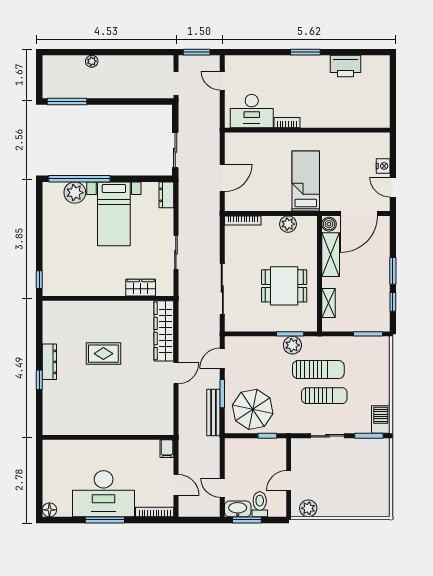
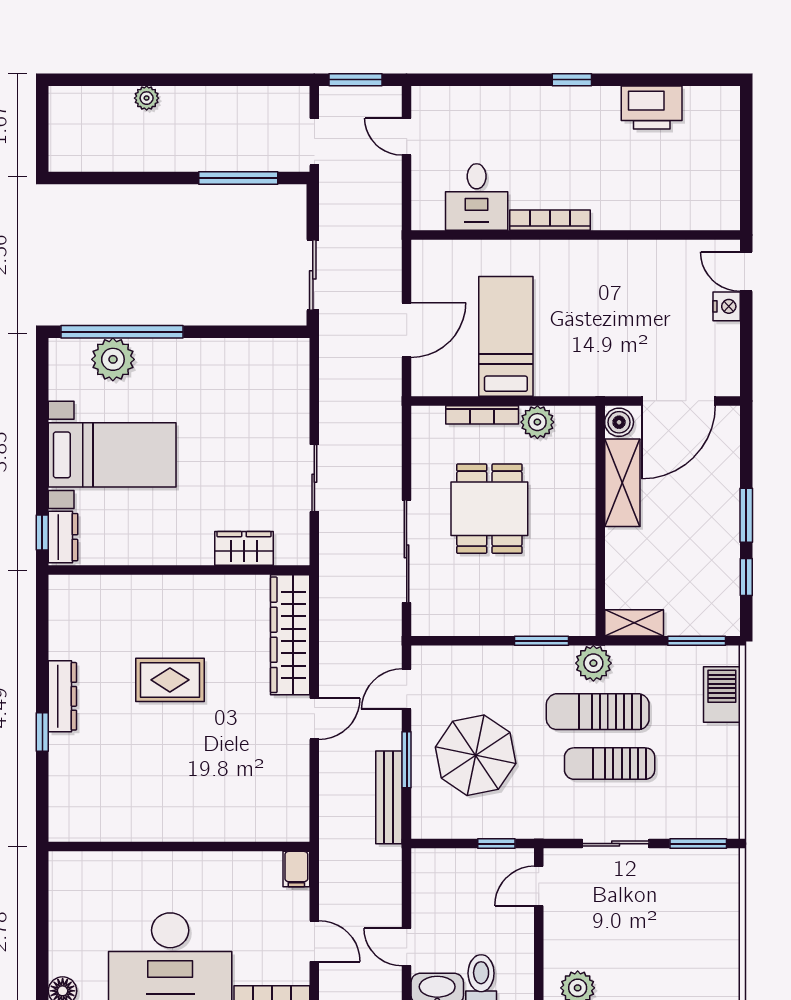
window: (305, 52) -> (572, 80), width x0.67
window: (67, 102) -> (238, 178), moved
desk: (252, 111) -> (477, 197), width x0.73
bookcase: (287, 123) -> (550, 220), width x1.56
bed: (306, 181) -> (506, 336), moved
door: (393, 187) -> (746, 272), moved
dresser: (166, 195) -> (63, 537), moved, turned 180
bed with nightstands: (114, 214) -> (112, 455), moved, turned -90
bookcase: (243, 220) -> (482, 415), moved
dining table: (284, 286) -> (489, 509), moved, turned 90
shelving: (329, 303) -> (634, 623), moved, turned 90
plant: (292, 345) -> (593, 663), moved
sun lounger: (318, 370) -> (598, 712), turned 180
sun lounger: (324, 396) -> (610, 764), turned 180
parasol: (253, 409) -> (476, 755), moved
barbecue: (381, 420) -> (722, 695), moved
door: (289, 481) -> (539, 886), moved

